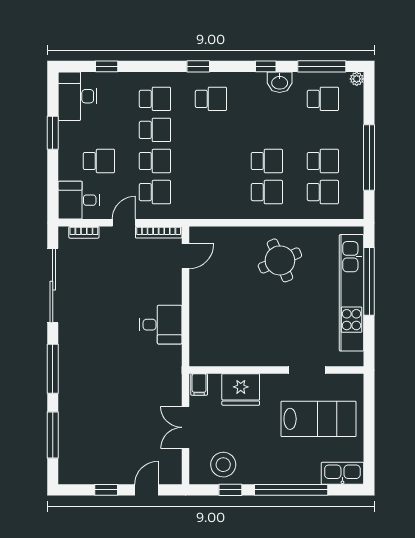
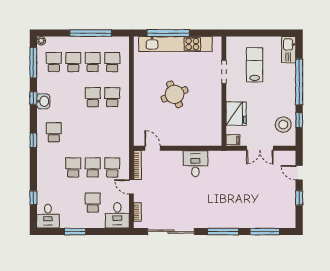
washbasin: (280, 82) -> (43, 101), moved
desk: (77, 96) -> (48, 216), width x0.73
school desk: (155, 99) -> (73, 62), moved
round table: (280, 260) -> (175, 94), moved
lab bench: (318, 419) -> (255, 65), width x0.73, depth x0.72

